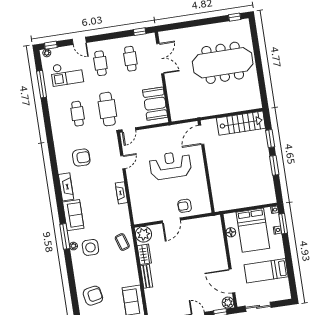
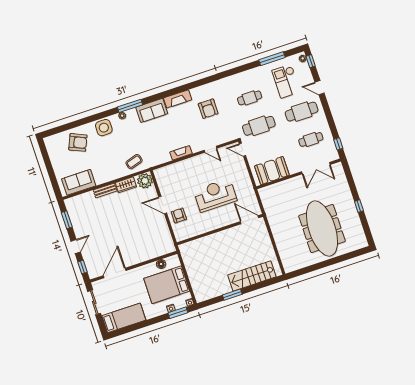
window: (235, 17) -> (359, 206), moved
door: (79, 41) -> (320, 88), hinge flipped
cafe table: (100, 63) -> (302, 112), width x1.37, depth x1.35
stairs: (241, 123) -> (252, 276), moved, turned 90
window: (270, 139) -> (257, 286), removed
reception desk: (170, 165) -> (215, 195), turned -90
side table: (90, 247) -> (104, 128), moved
bed: (266, 271) -> (124, 318), moved, turned 90
armchair: (93, 296) -> (78, 142), turned -55
plant: (228, 303) -> (93, 273), removed

